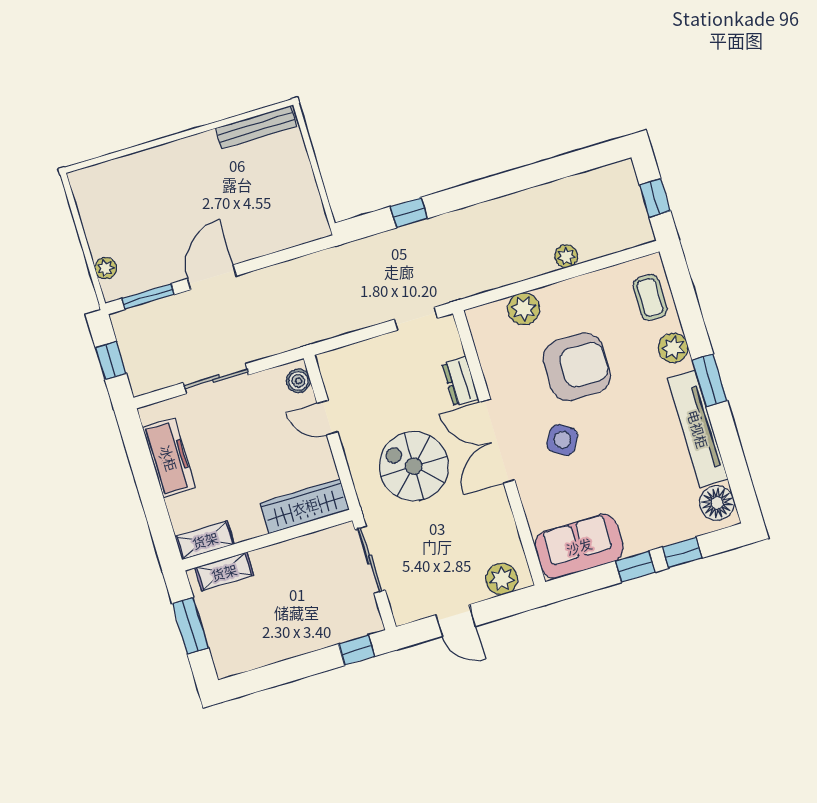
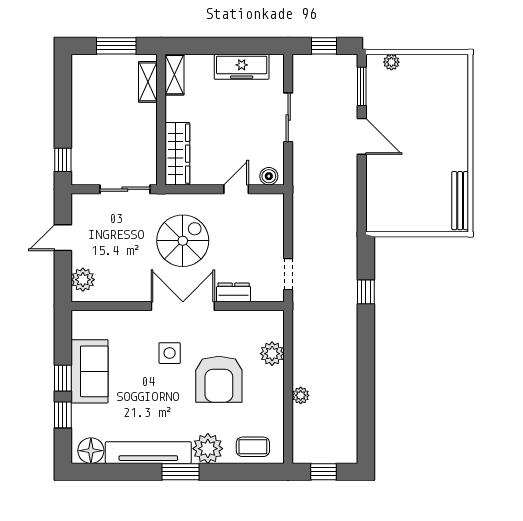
plant: (673, 348) -> (208, 449), width x1.36, depth x1.36
side table: (562, 440) -> (170, 353), turned -32
sofa: (579, 546) -> (89, 371), moved

